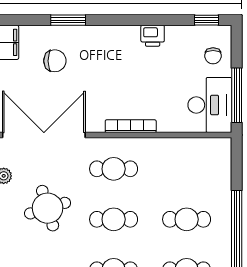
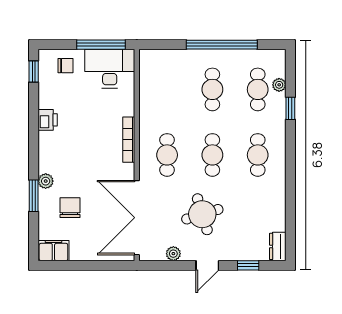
plant: (84, 34) -> (46, 181), added

